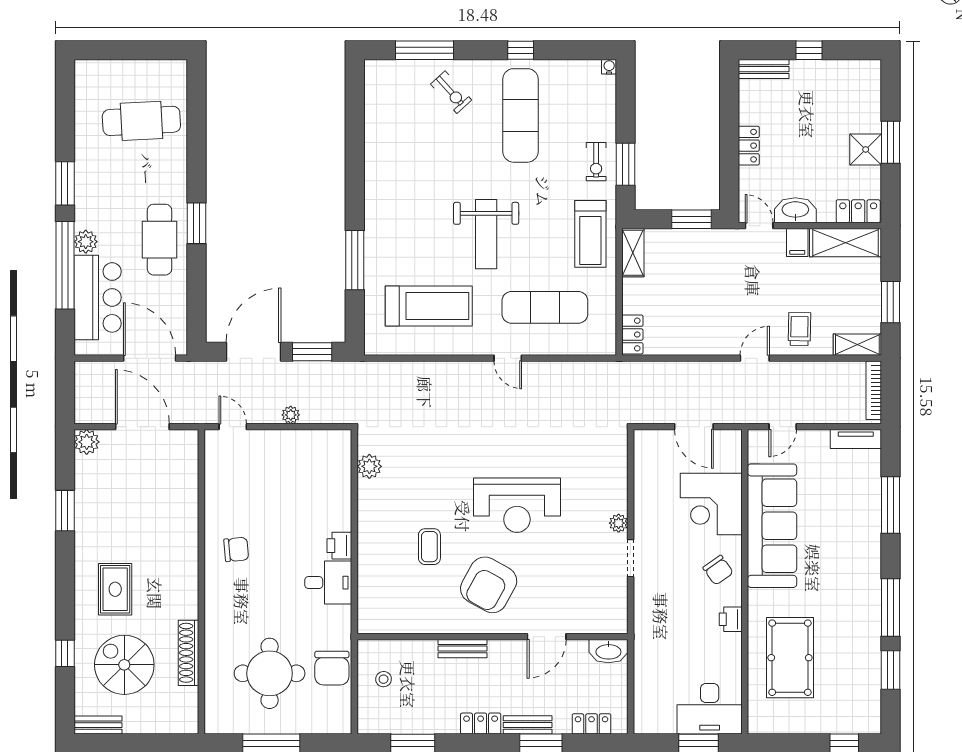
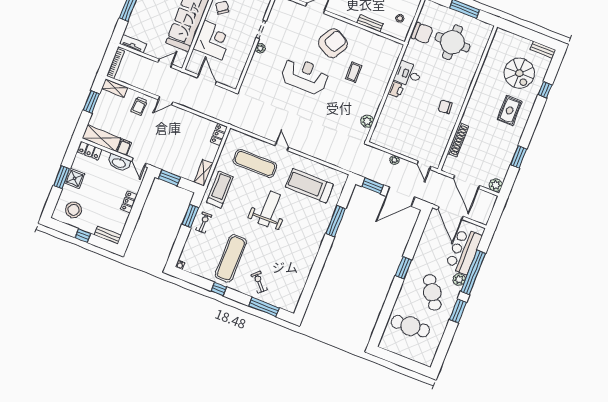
stool: (845, 91) -> (74, 210), added
cafe table: (160, 240) -> (432, 292), moved, turned -33
bench: (462, 649) -> (370, 23), moved
shoe rack: (189, 653) -> (458, 140), moved
chair: (332, 668) -> (422, 33), turned 90

